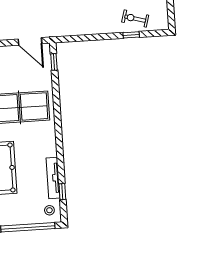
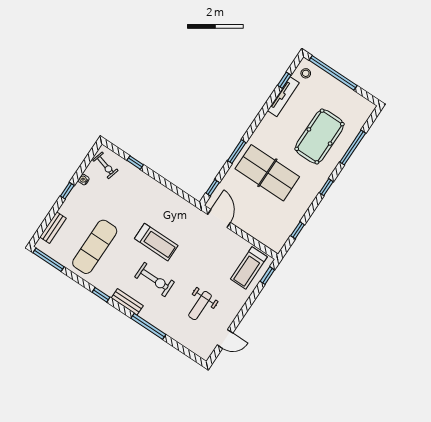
exercise bike: (135, 19) -> (105, 165), moved
window: (57, 106) -> (237, 152), added

